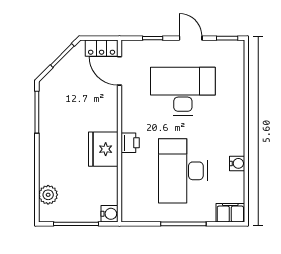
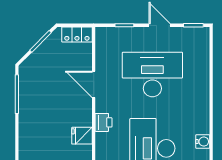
door: (120, 71) -> (94, 84), moved
fridge: (103, 149) -> (82, 136), width x0.53, depth x0.75

